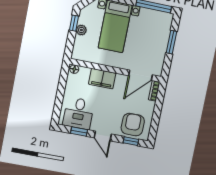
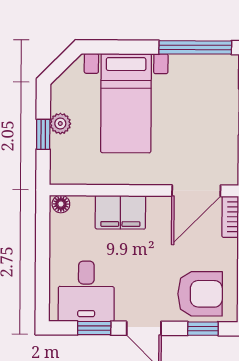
window: (74, 23) -> (43, 134), moved
armchair: (133, 125) -> (200, 294), turned 90

